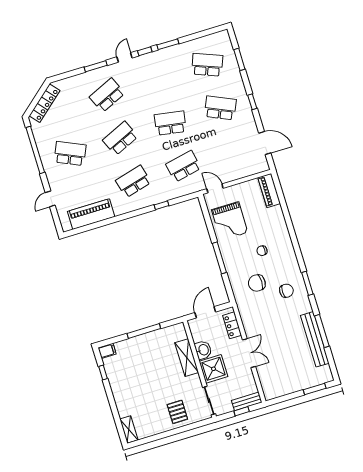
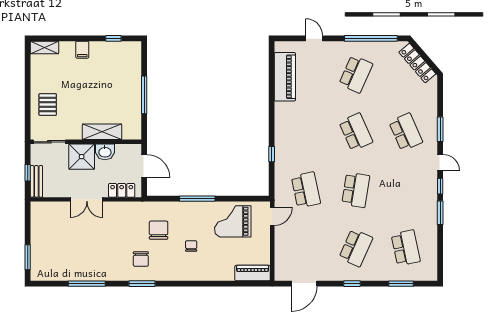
school desk: (207, 65) -> (406, 248), turned -33
school desk: (133, 181) -> (306, 132), removed
bench: (315, 339) -> (80, 273), removed
filing cabinet: (107, 351) -> (82, 50), moved
pallet: (177, 412) -> (48, 104), turned 90

